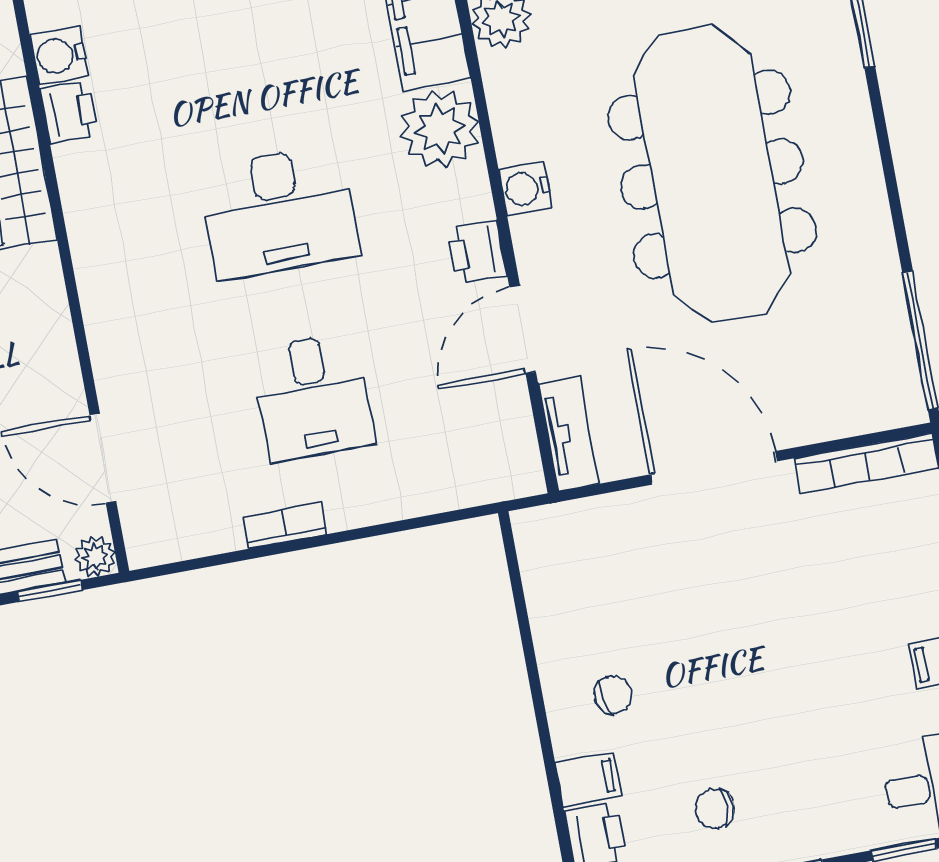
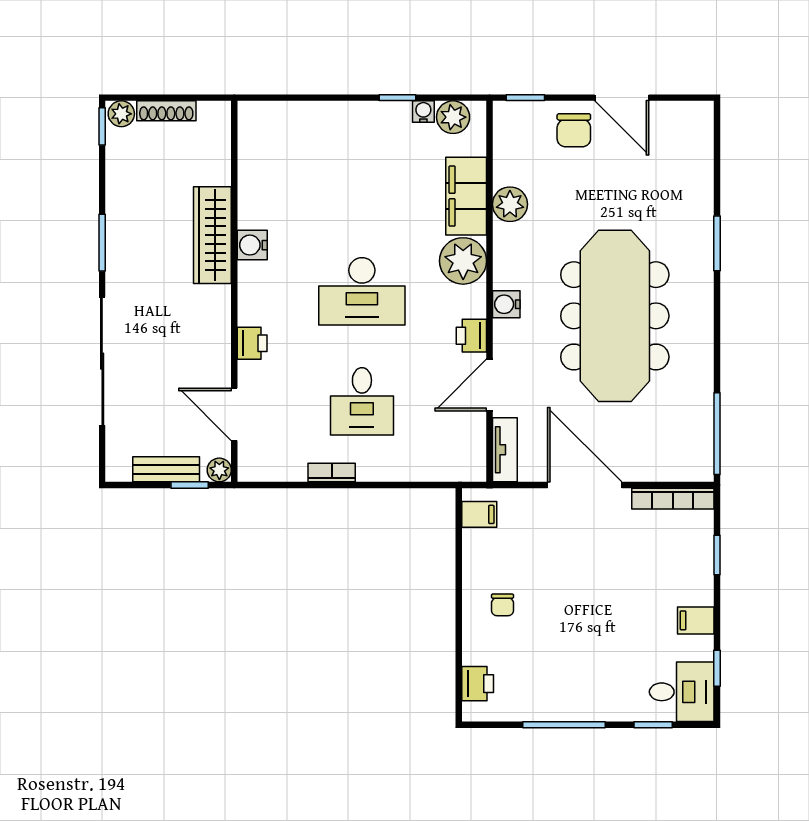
water cooler: (59, 55) -> (252, 245), moved
printer: (70, 112) -> (252, 343), moved
chair: (613, 695) -> (503, 605), turned 104
filing cabinet: (588, 779) -> (479, 514), moved
chair: (715, 809) -> (549, 681), removed

